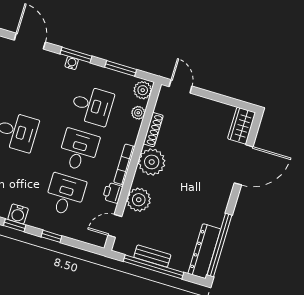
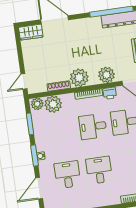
desk: (92, 105) -> (67, 175), moved
plant: (138, 113) -> (53, 104), width x1.88, depth x1.88

